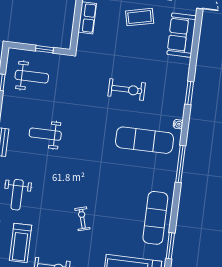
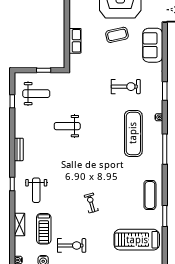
exercise bike: (127, 90) -> (126, 87), moved
weight bench: (45, 134) -> (67, 126), moved
exercise mat: (145, 140) -> (133, 133), turned 90
exercise mat: (155, 218) -> (150, 195), width x0.73, depth x0.69

